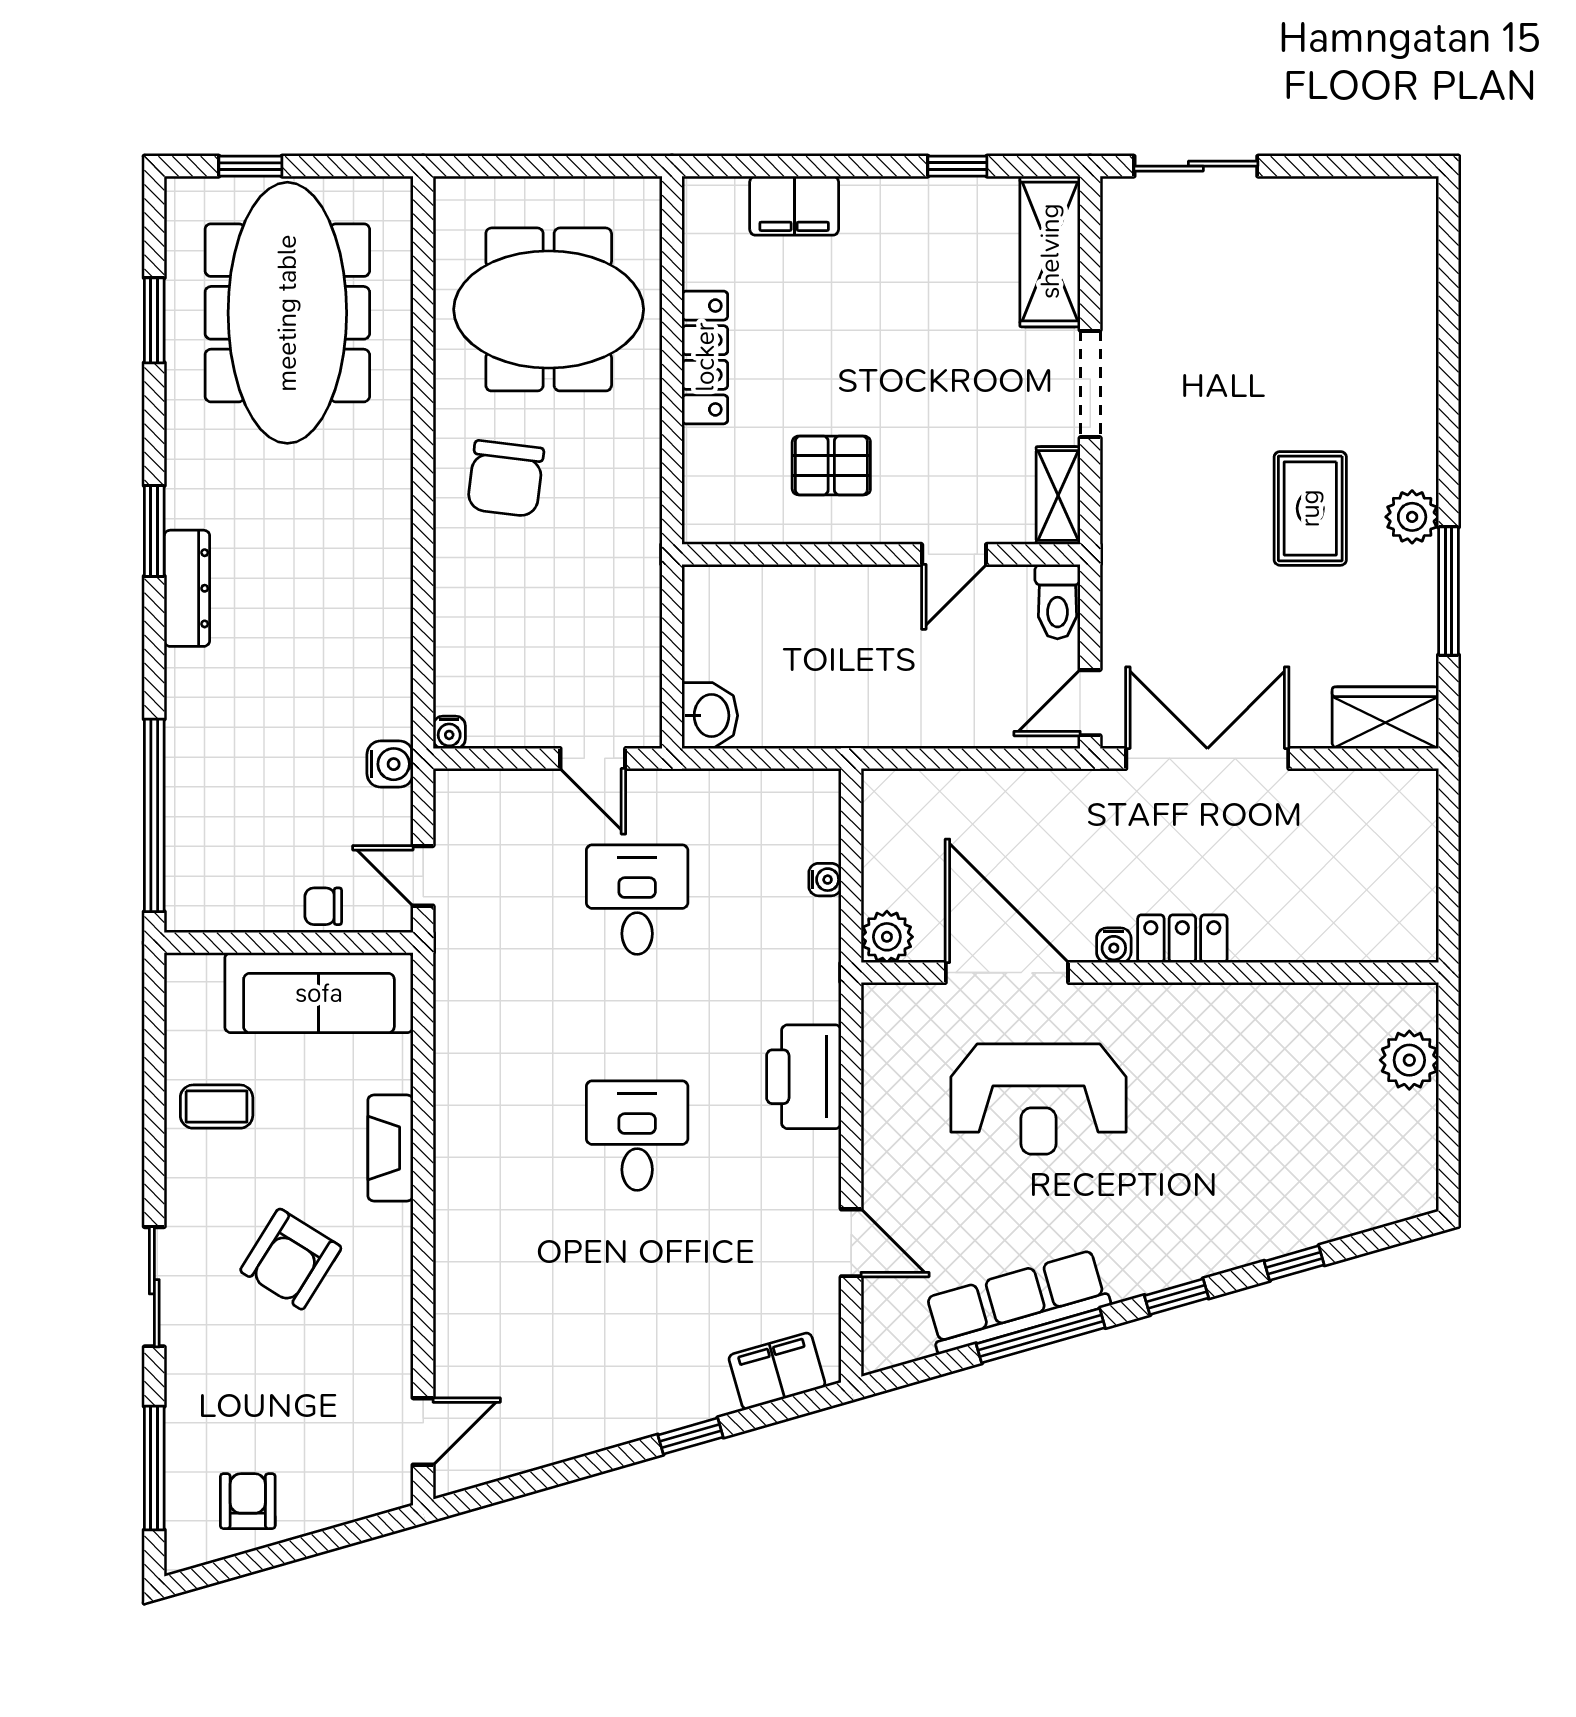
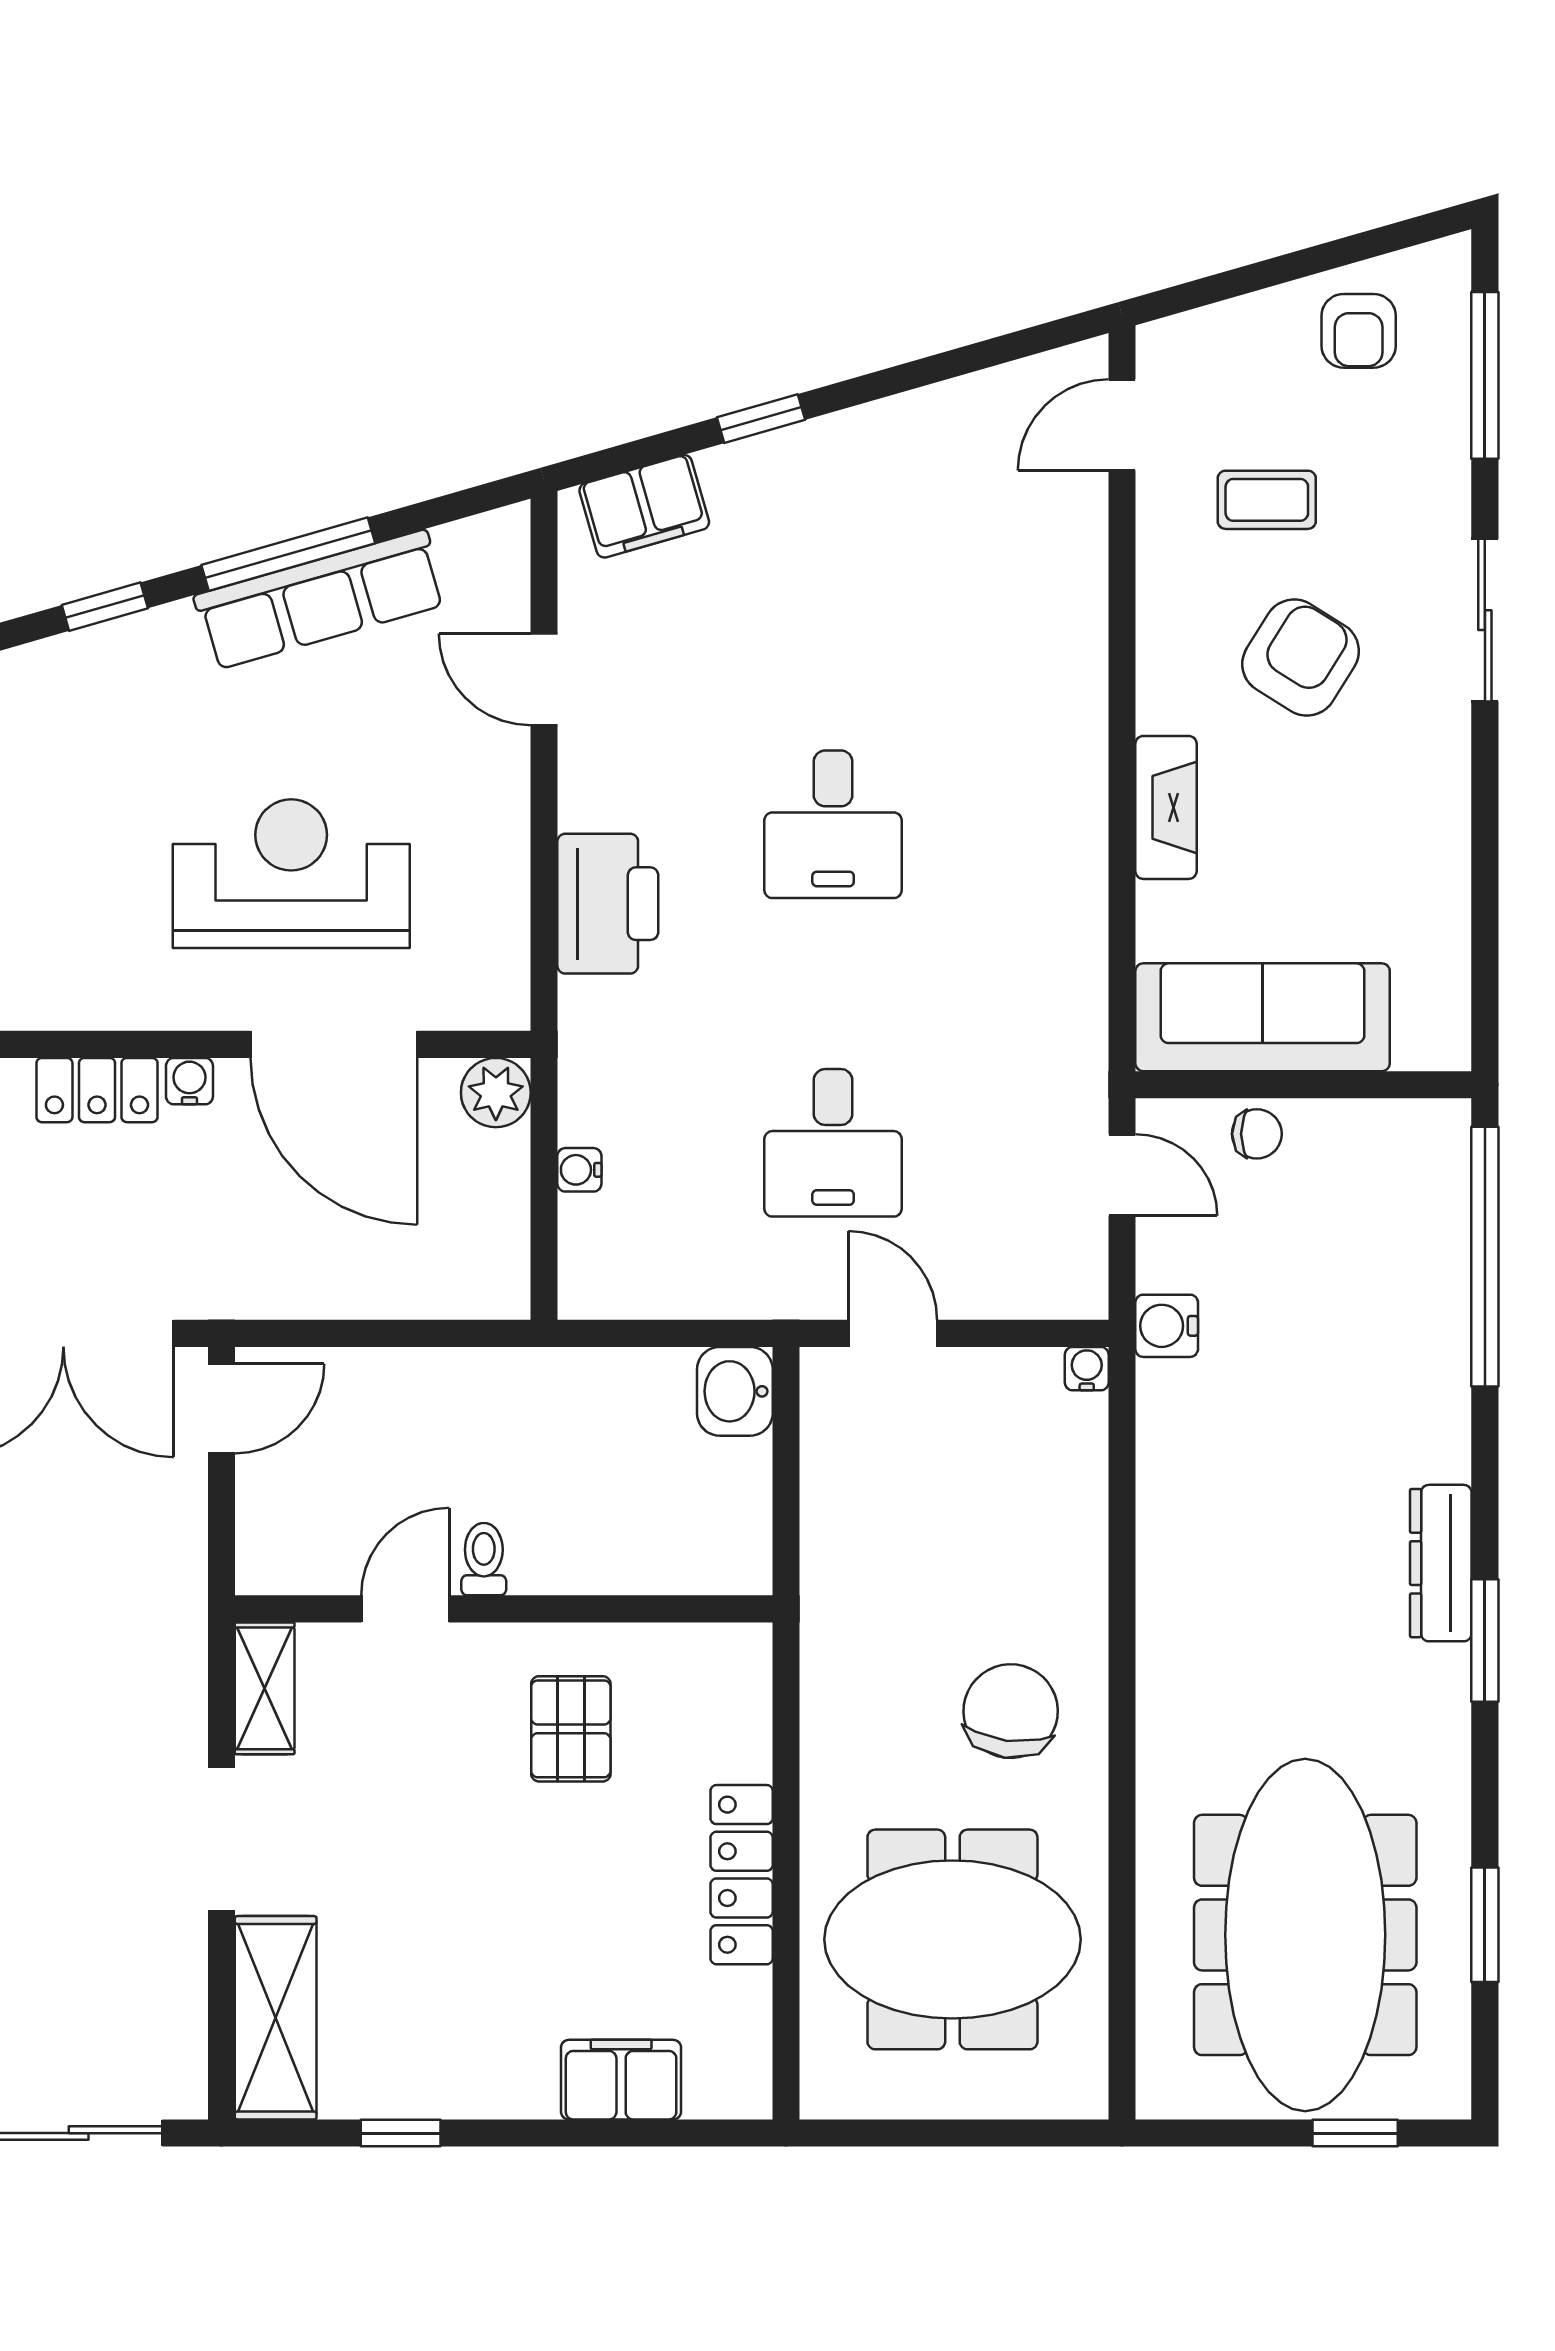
pallet: (831, 465) -> (571, 1729), turned 90
toilet: (1057, 602) -> (484, 1559), moved, width x0.73, depth x0.72
coffee table: (217, 1107) -> (1267, 500), moved

